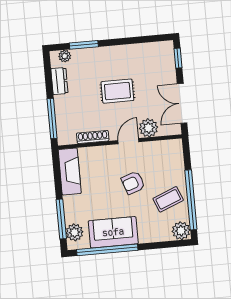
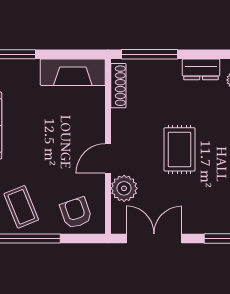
shoe rack: (93, 137) -> (118, 86), moved
door: (128, 141) -> (108, 158), swing flipped
armchair: (133, 183) -> (76, 213), moved

